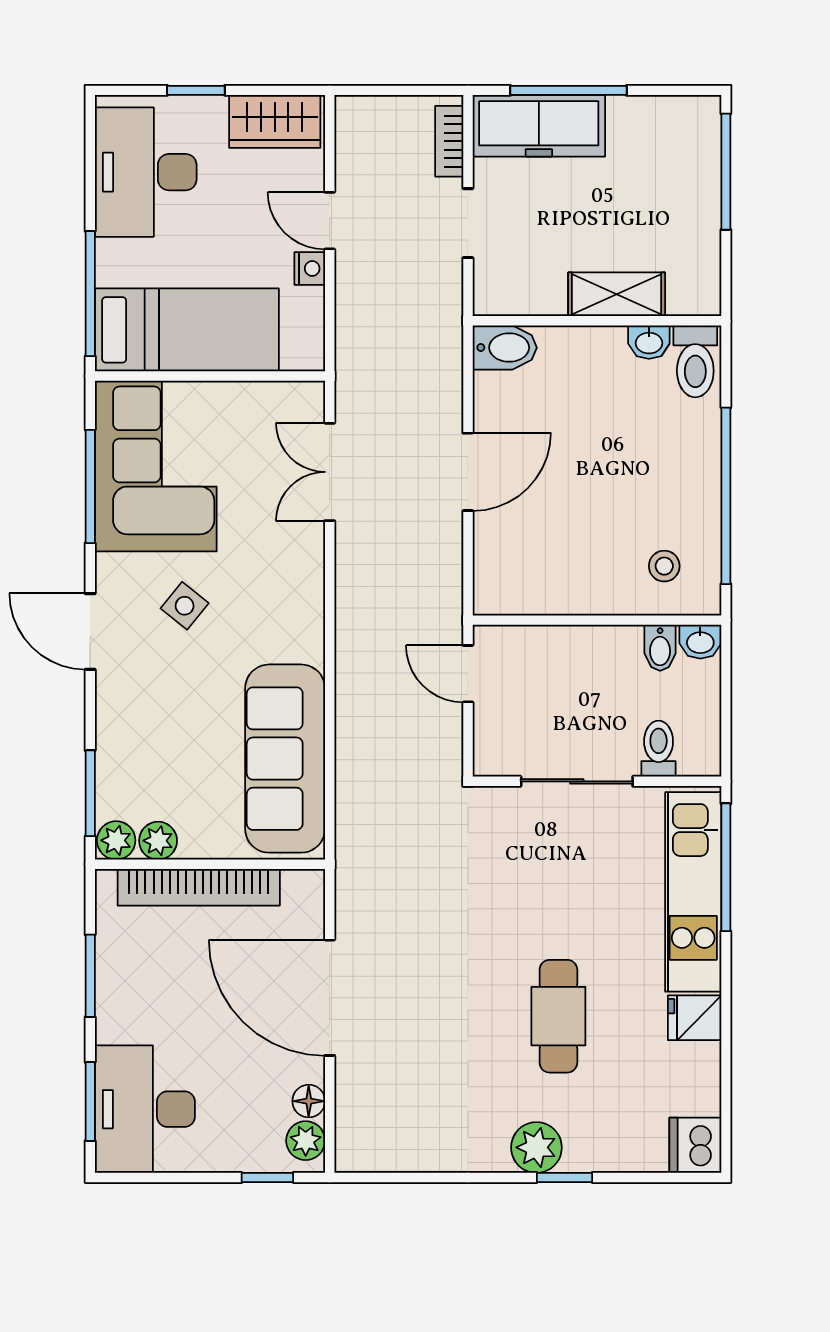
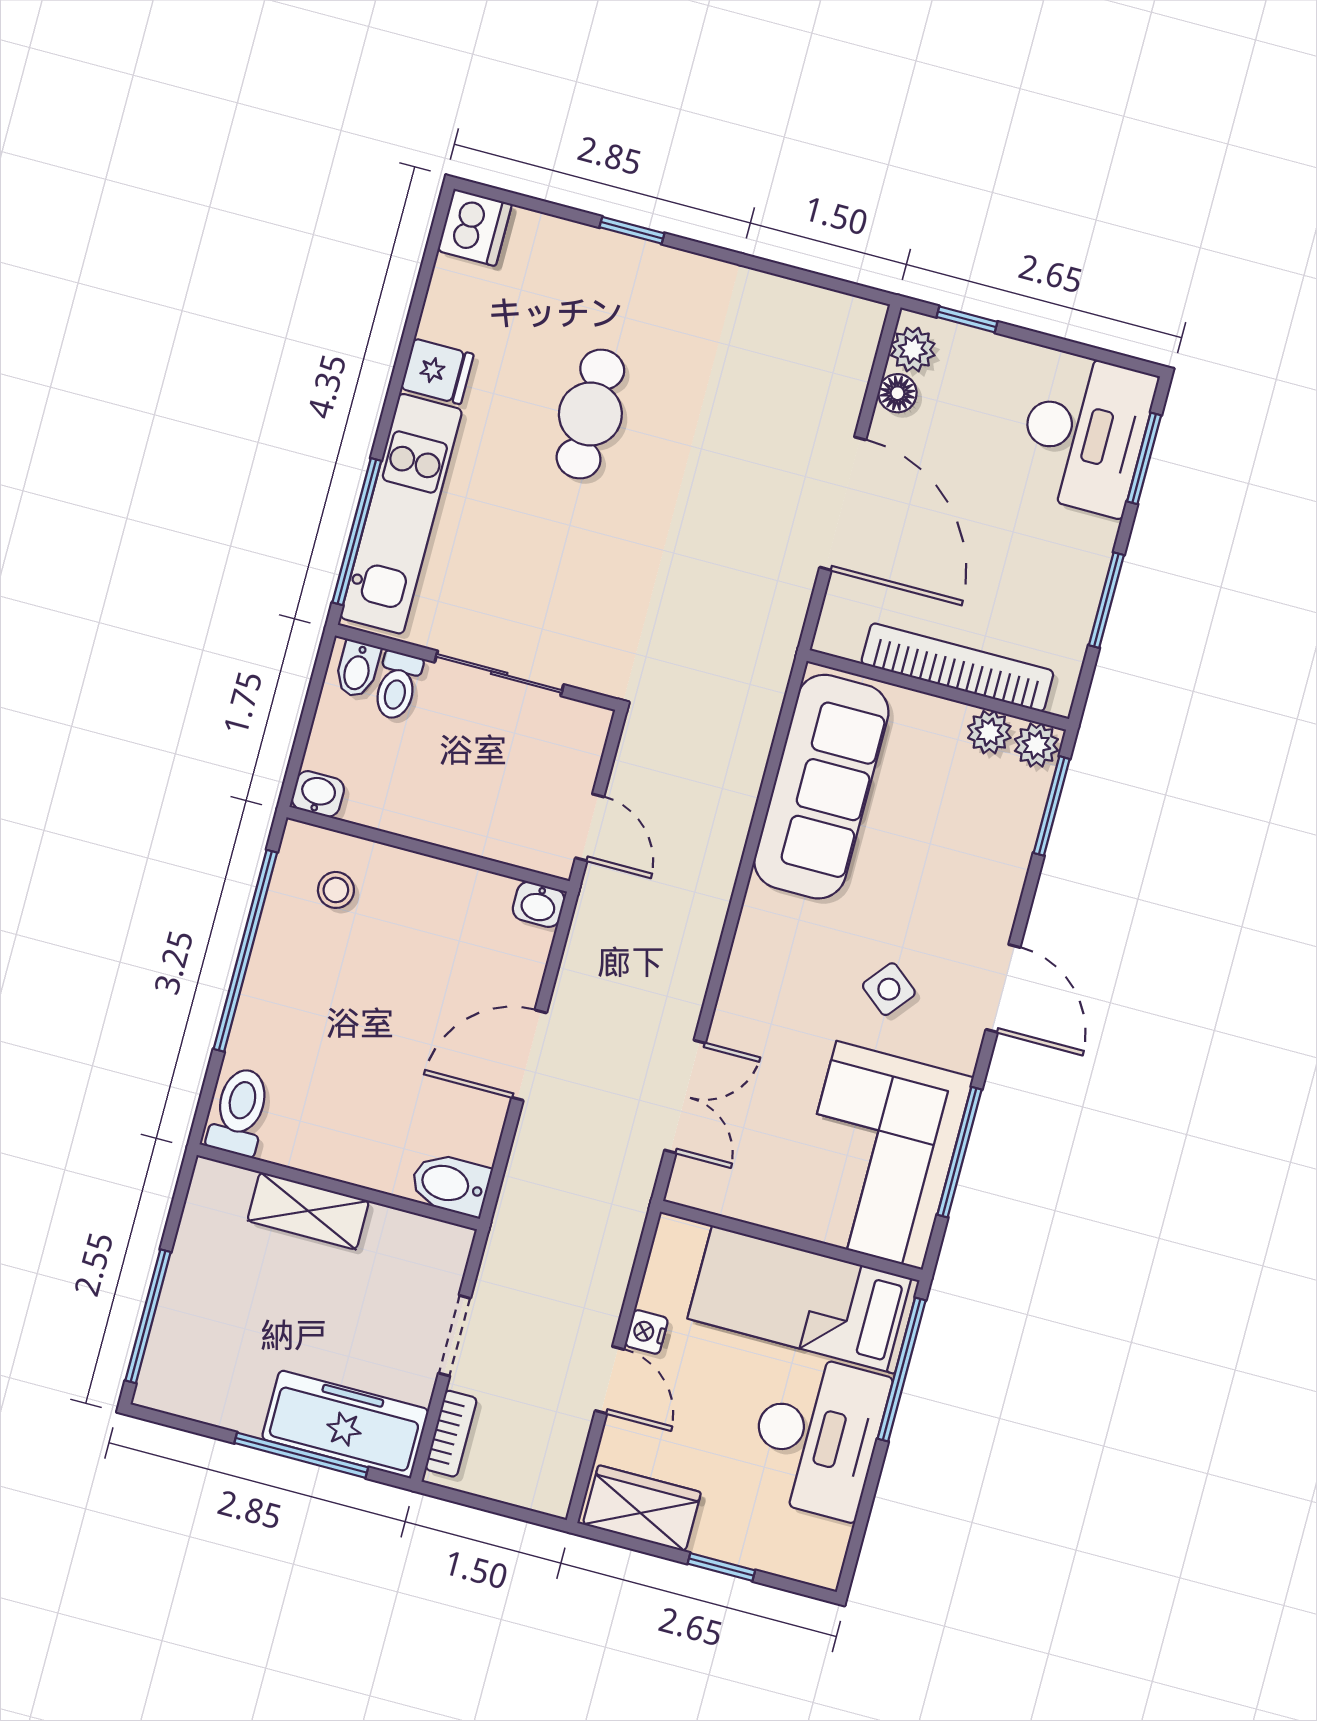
desk: (146, 172) -> (817, 1436), moved
washbasin: (649, 342) -> (539, 904), moved, turned 180
bidet: (660, 648) -> (357, 669), moved, turned 180
plant: (536, 1147) -> (655, 273), removed

